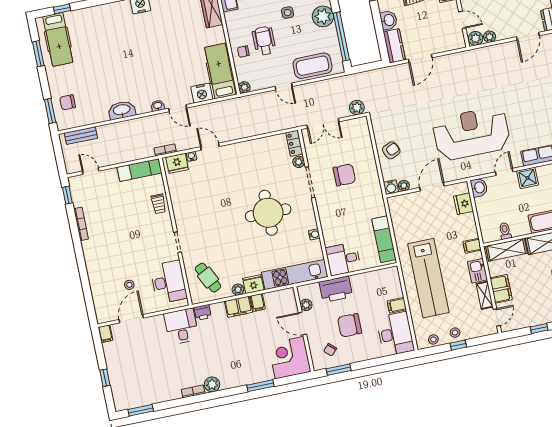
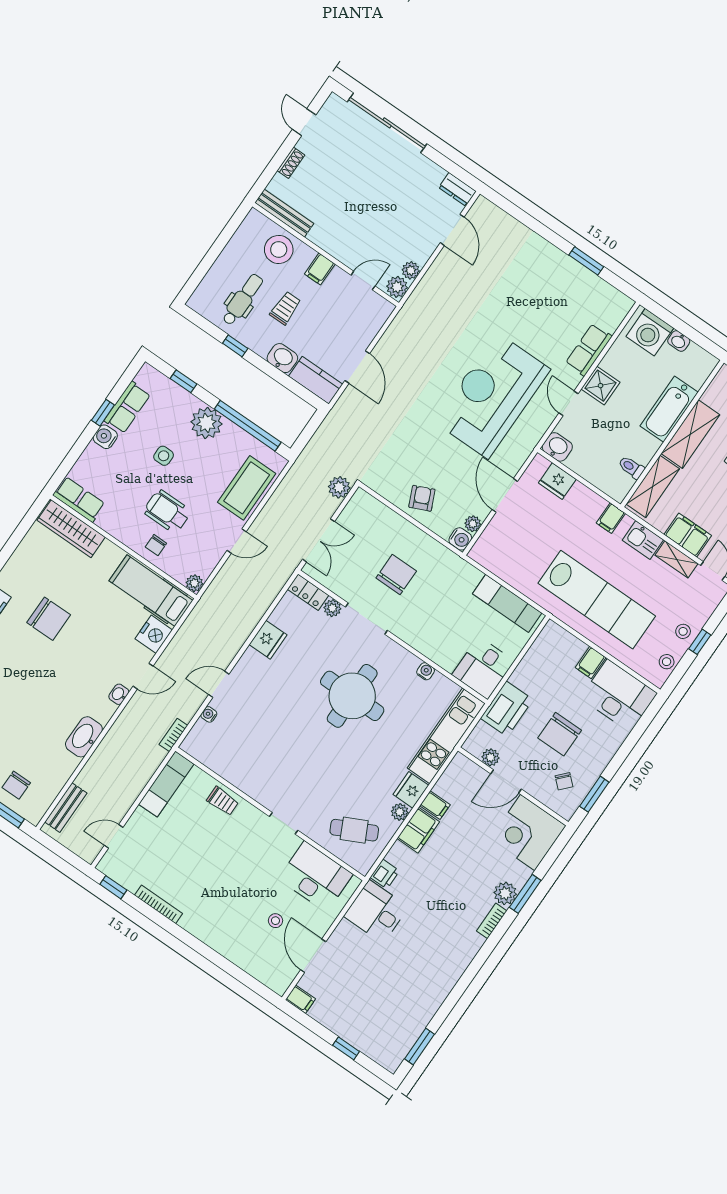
chair: (159, 38) -> (49, 619), added
fridge: (177, 163) -> (268, 640), moved
plant: (212, 384) -> (505, 893), moved
bookcase: (193, 391) -> (492, 921), moved

